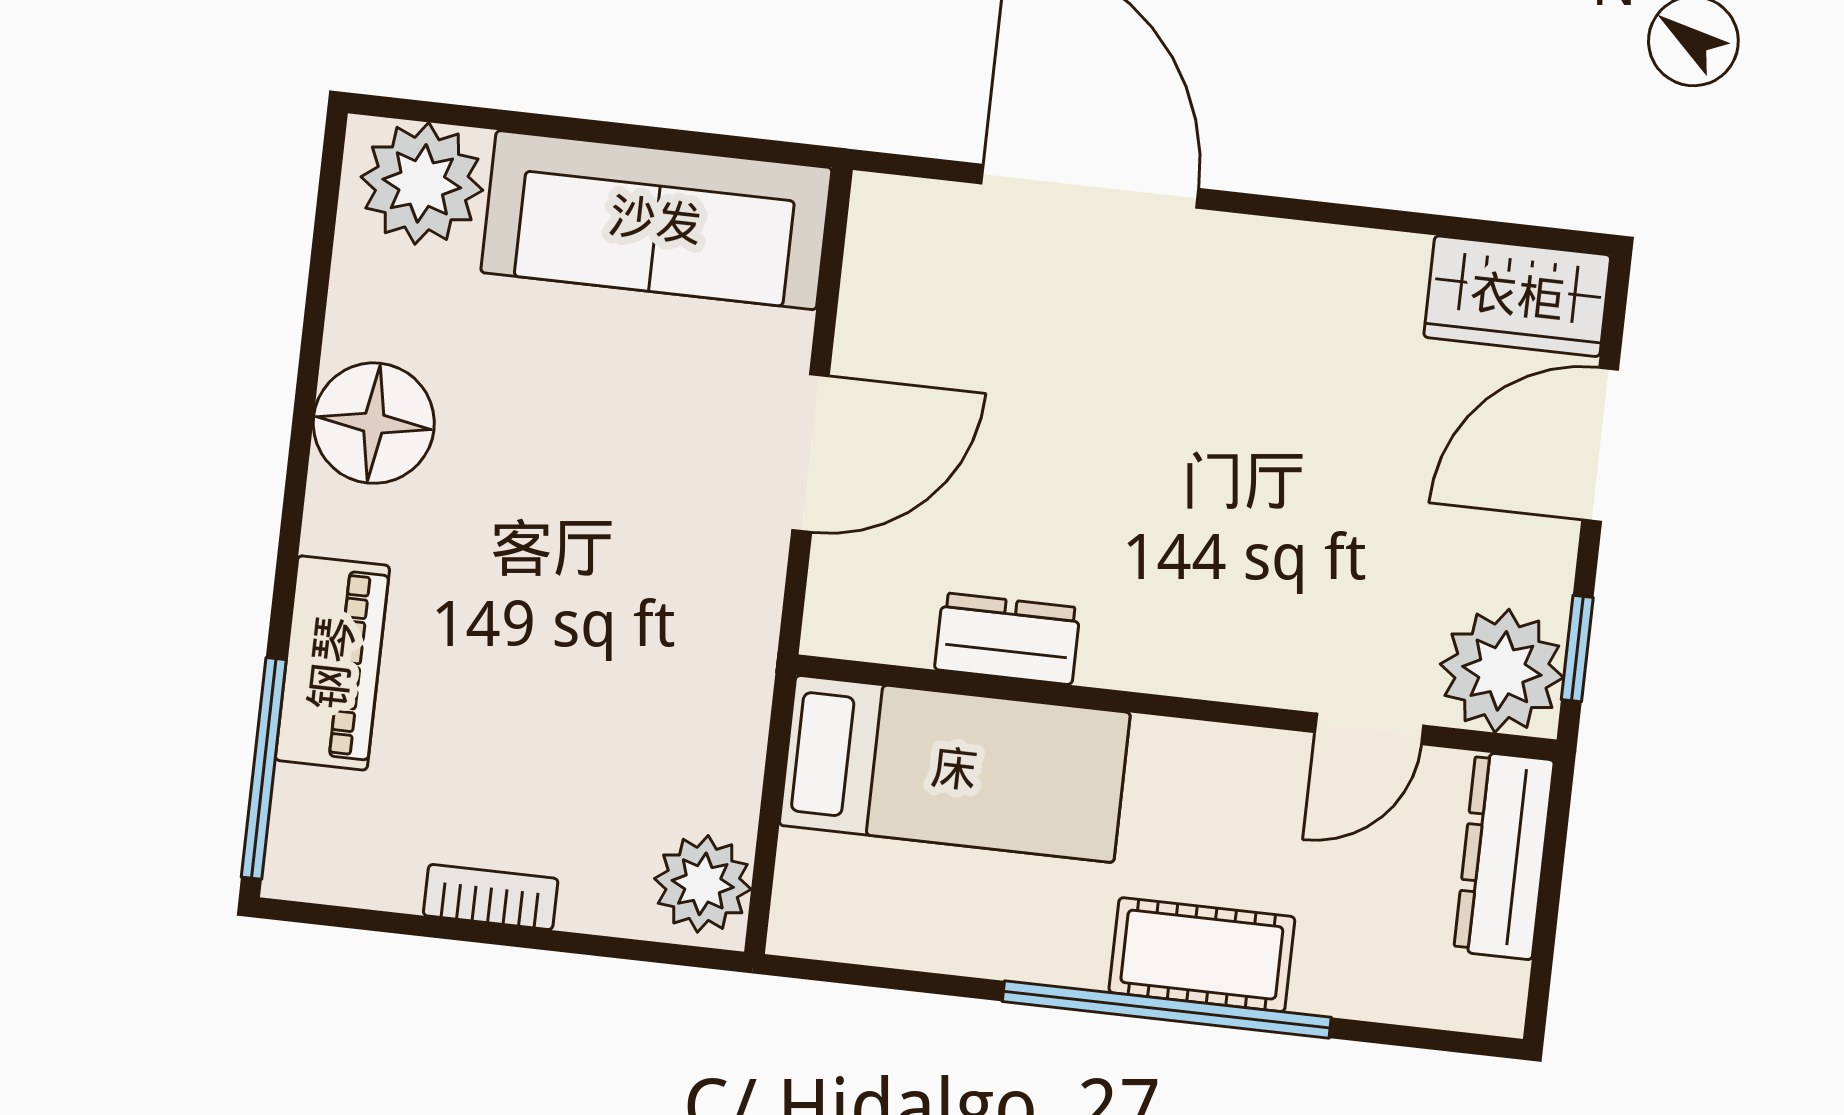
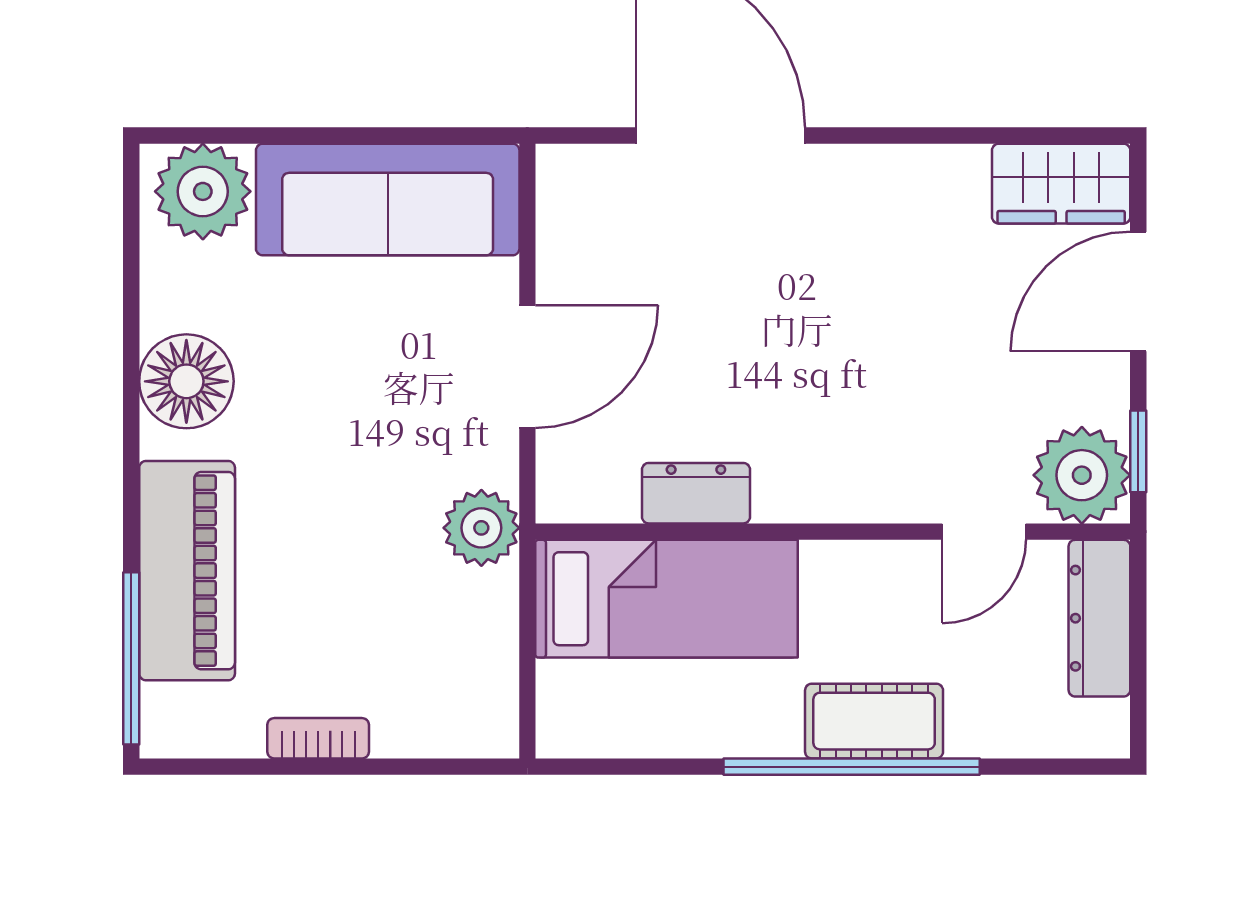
piano: (332, 663) -> (187, 571), width x1.37, depth x1.33
plant: (703, 884) -> (481, 528), moved

